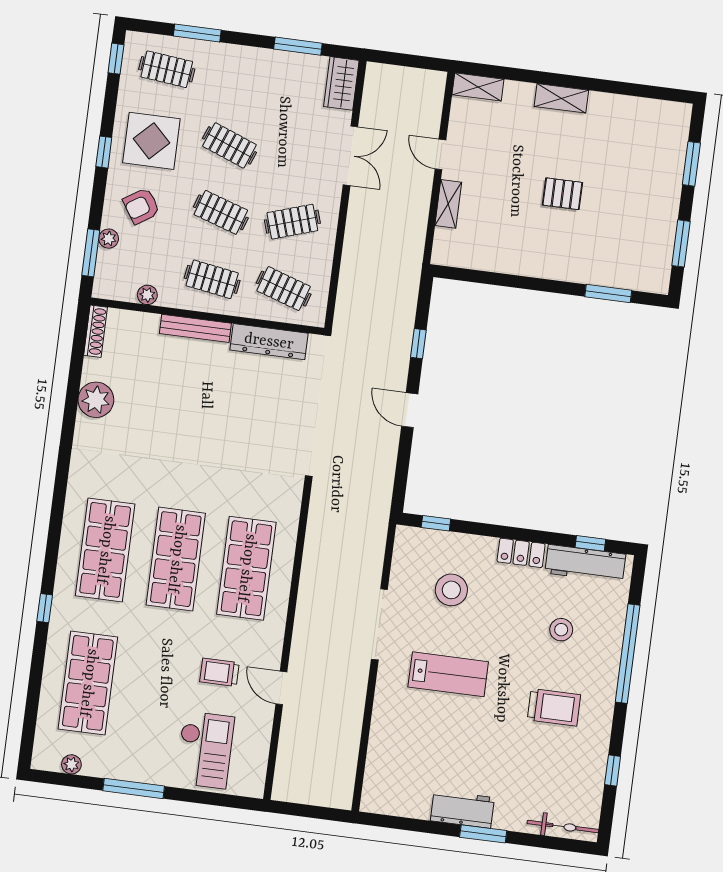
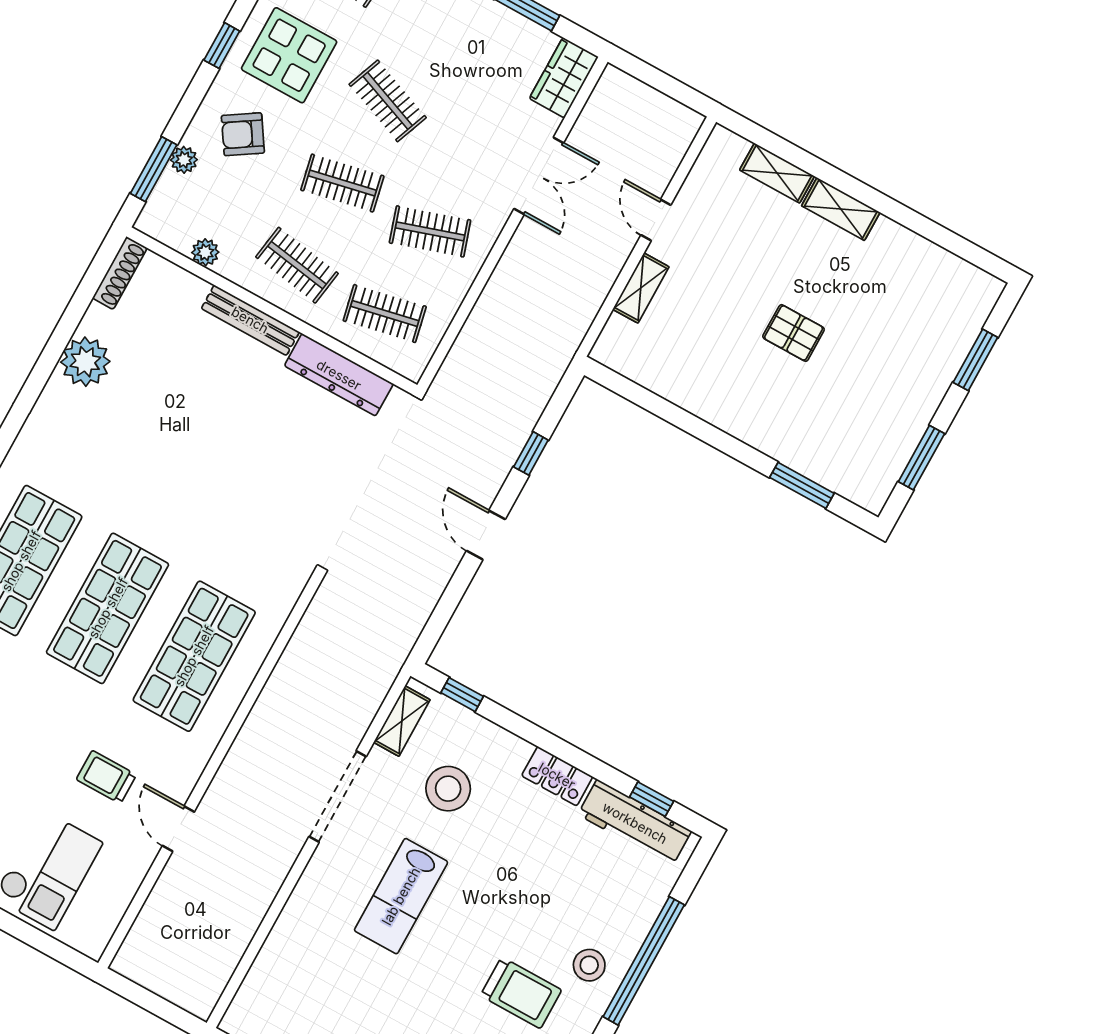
shelving: (478, 87) -> (777, 173), moved
clothes rail: (221, 212) -> (342, 183), turned -30
clothes rail: (284, 289) -> (385, 314), turned -30
shelving: (403, 557) -> (402, 721), added
stool: (561, 630) -> (589, 965), moved
lab bench: (448, 674) -> (401, 896), turned 90

